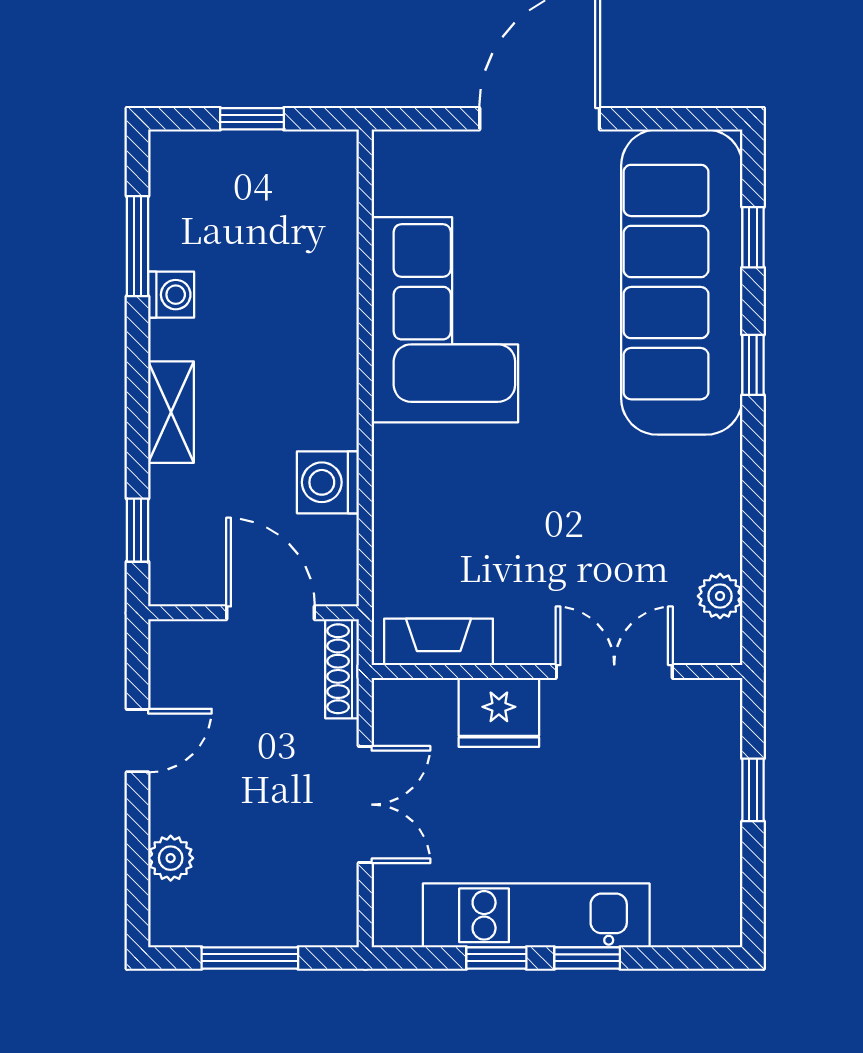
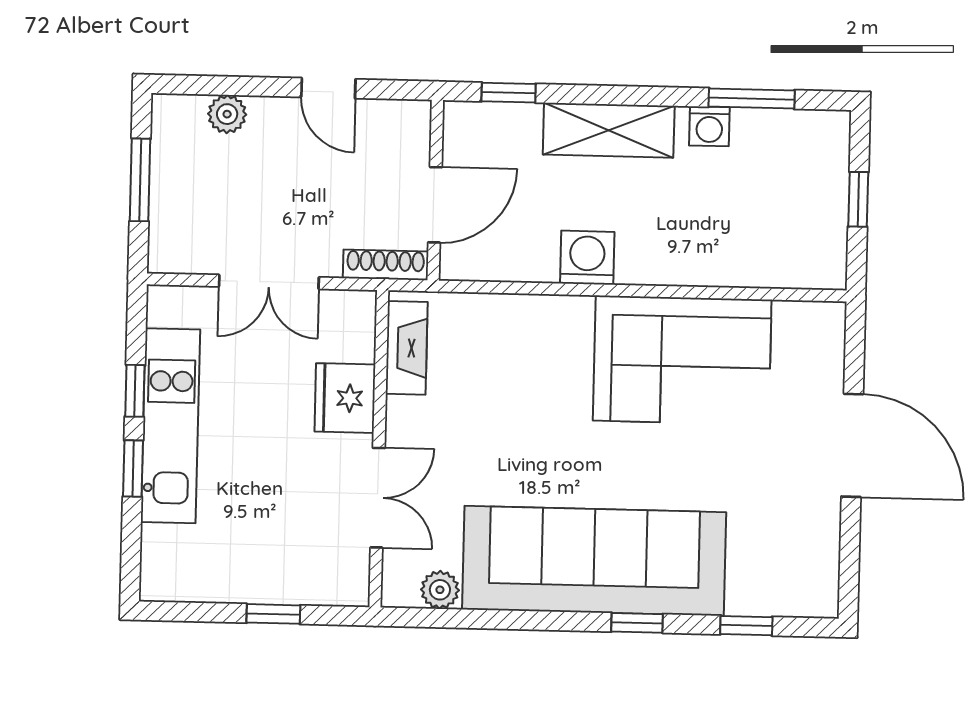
sofa: (682, 282) -> (594, 561), moved
shelving: (171, 412) -> (609, 130), width x1.50, depth x1.33
washing machine: (328, 482) -> (587, 258), moved

